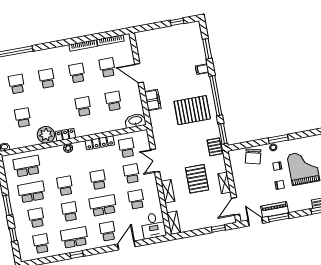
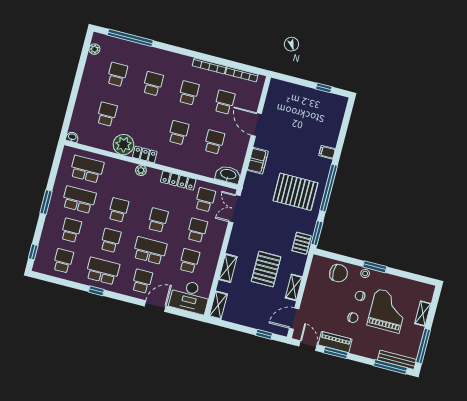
window: (207, 49) -> (343, 132), removed
chair: (253, 156) -> (339, 273), turned -104
double door: (155, 161) -> (234, 209), moved
desk: (153, 225) -> (190, 297), width x1.37
window: (13, 235) -> (33, 252), moved

